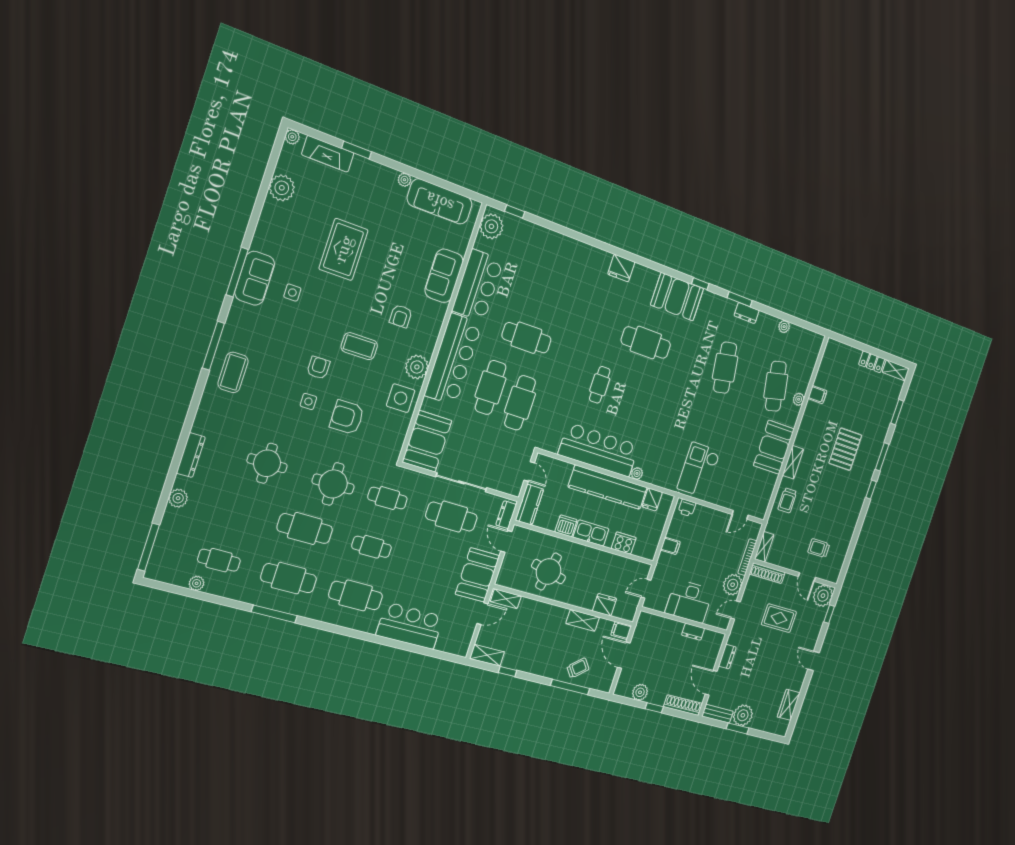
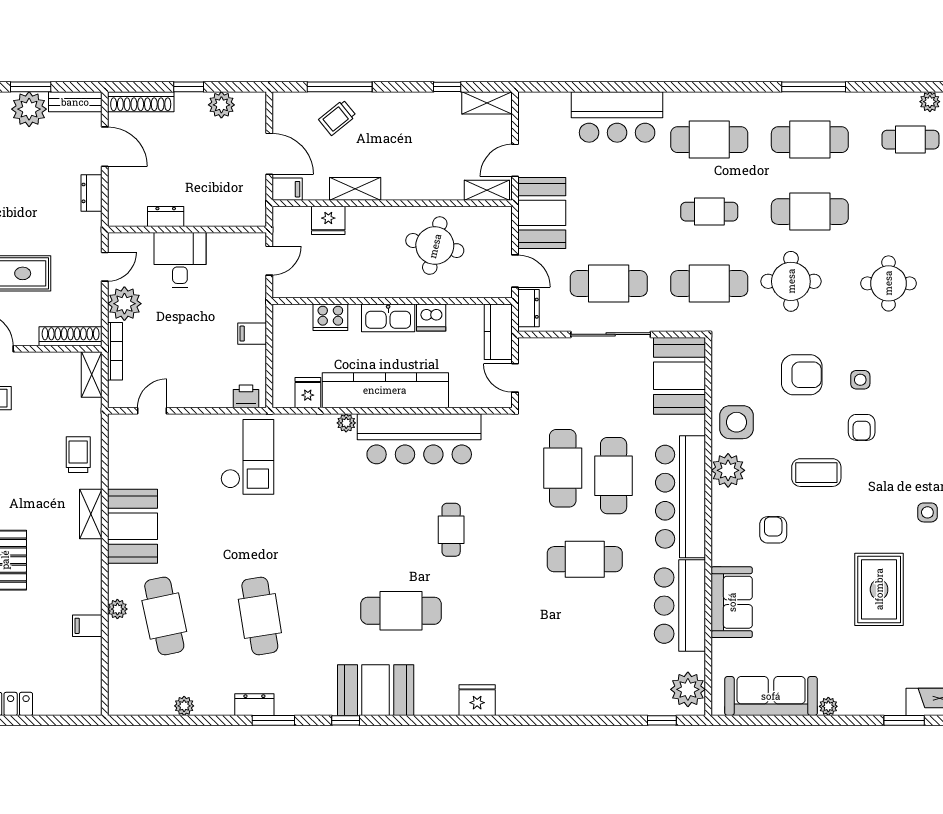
cafe table: (387, 498) -> (709, 284), width x1.37, depth x1.35
desk: (689, 601) -> (180, 260), width x0.73

